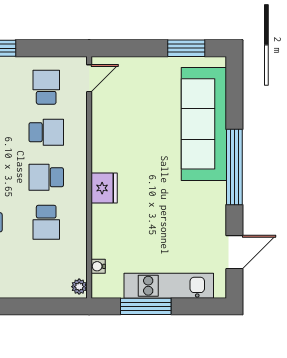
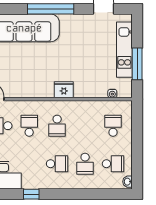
school desk: (46, 222) -> (113, 126), moved, turned -90
plant: (79, 287) -> (125, 105), removed

